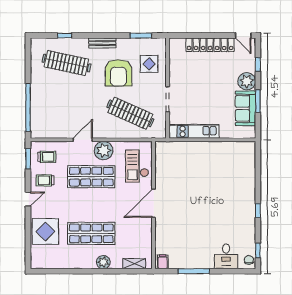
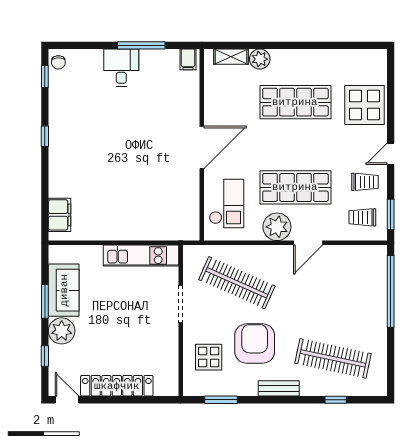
filing cabinet: (248, 158) -> (60, 215), added
desk: (226, 256) -> (121, 68), moved
plant: (103, 262) -> (260, 59), moved

